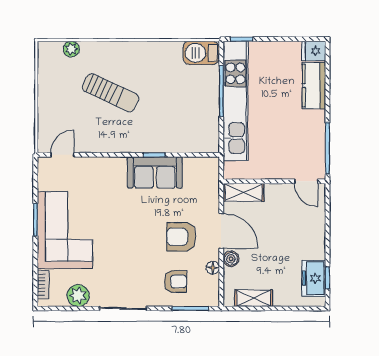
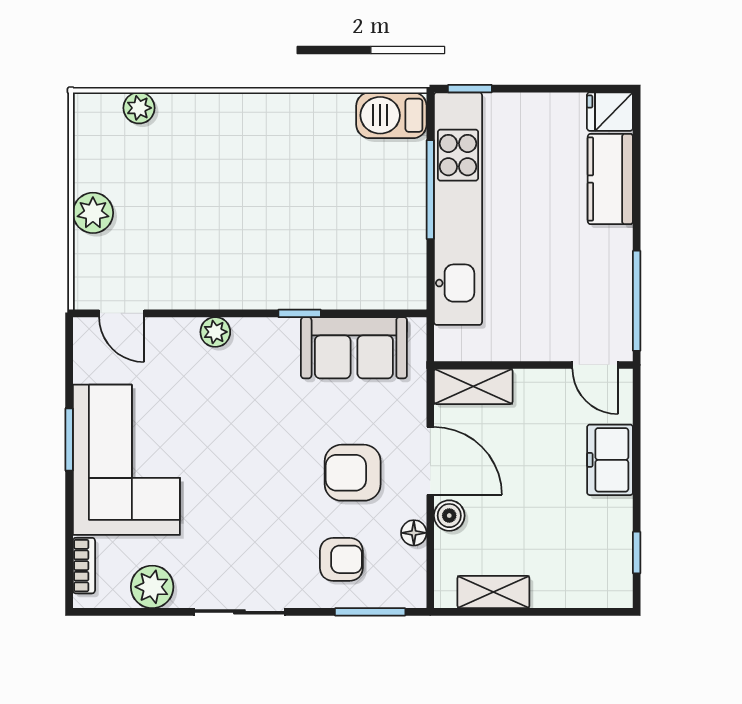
sun lounger: (111, 93) -> (215, 193), removed
plant: (48, 103) -> (93, 213), added
door: (62, 155) -> (122, 313), swing flipped
plant: (111, 164) -> (215, 332), added
sofa: (155, 172) -> (354, 348), moved
freezer: (314, 278) -> (610, 460), moved

